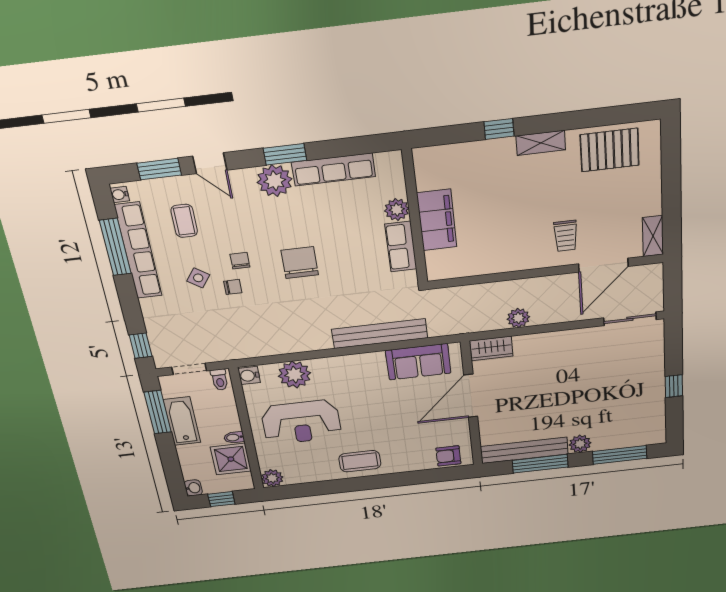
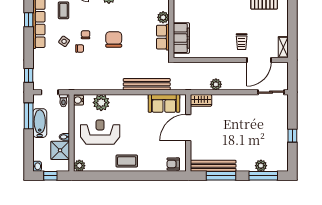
filing cabinet: (437, 220) -> (181, 38), moved
window: (115, 247) -> (29, 20), width x0.46
reception desk: (301, 422) -> (100, 132), turned 180
plant: (580, 444) -> (261, 166), moved

